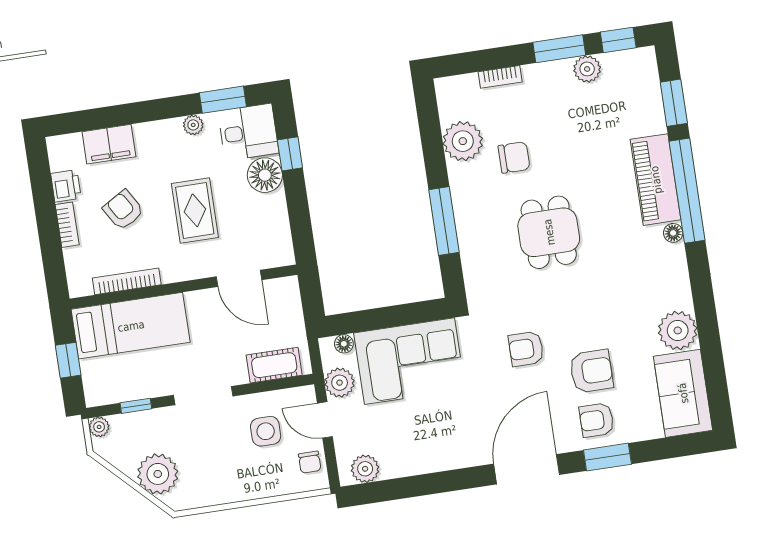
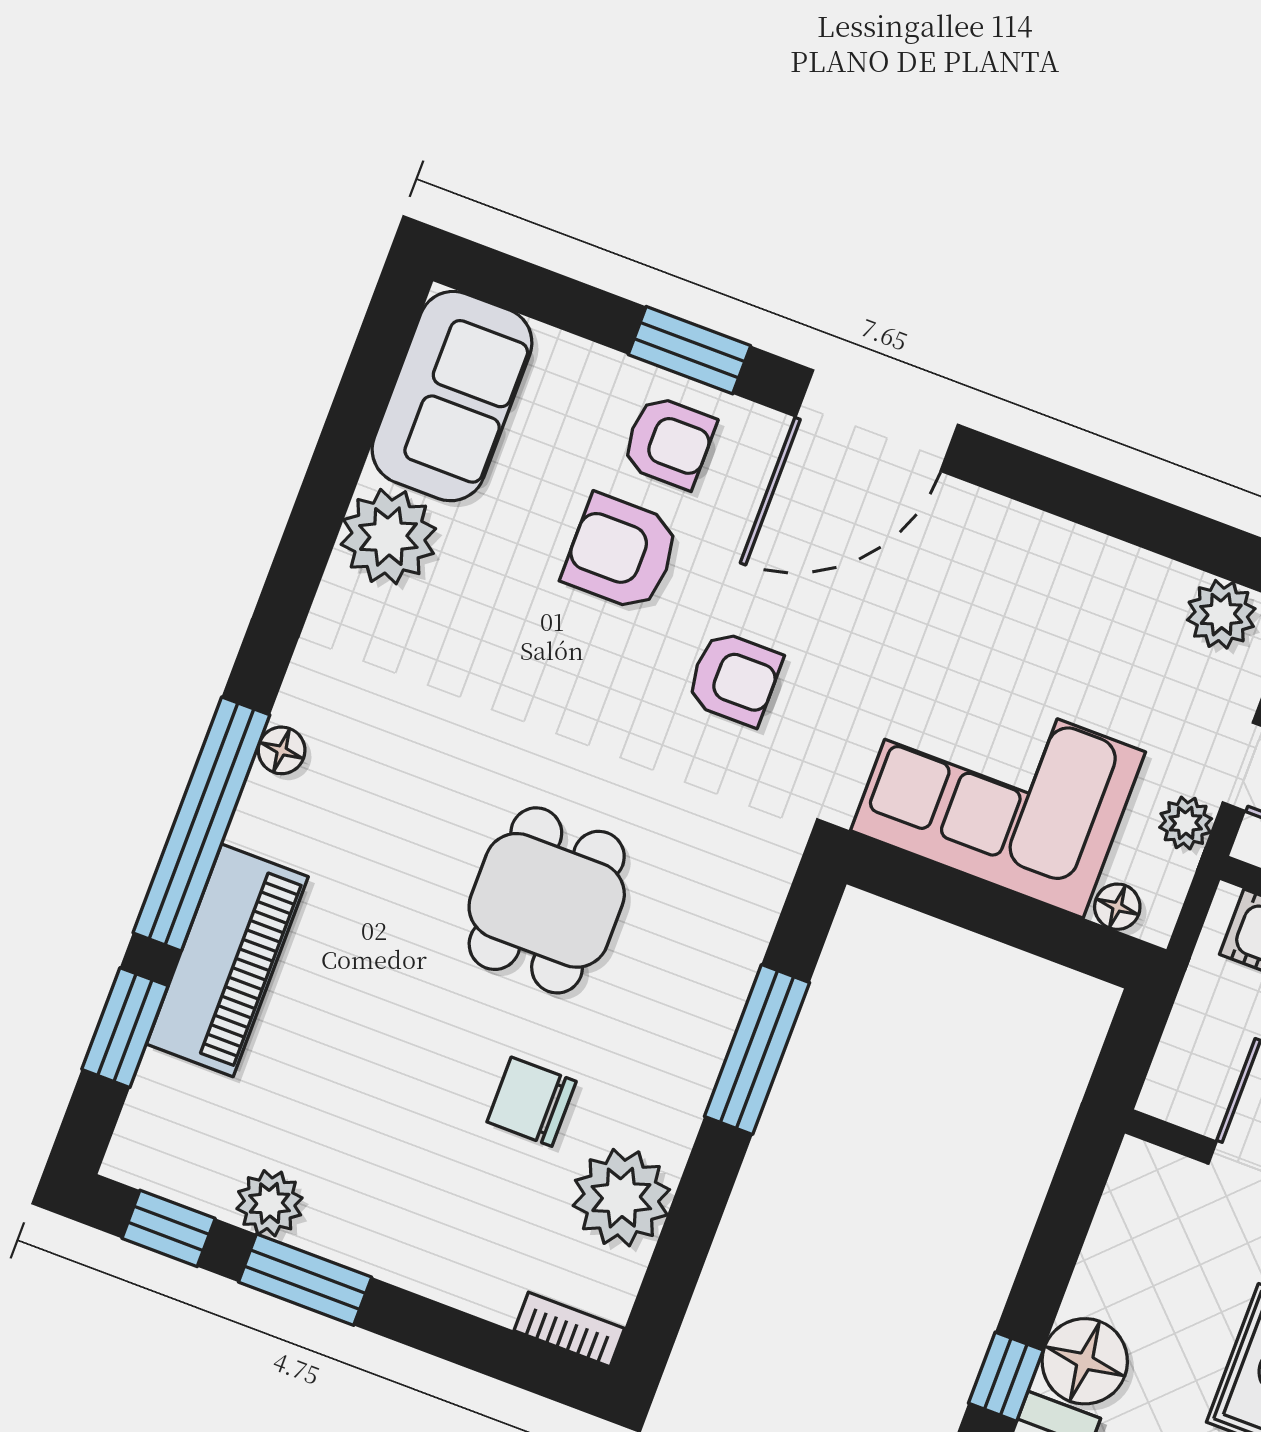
bookcase: (500, 77) -> (569, 1329), moved
piano: (656, 180) -> (227, 960), moved
plant: (340, 383) -> (1186, 823), width x0.73, depth x0.73

